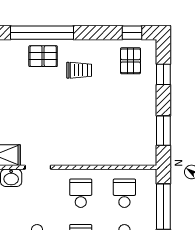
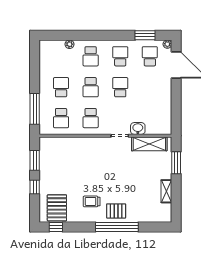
pallet: (130, 61) -> (57, 208), width x1.50, depth x1.42
window: (163, 74) -> (35, 187), moved

